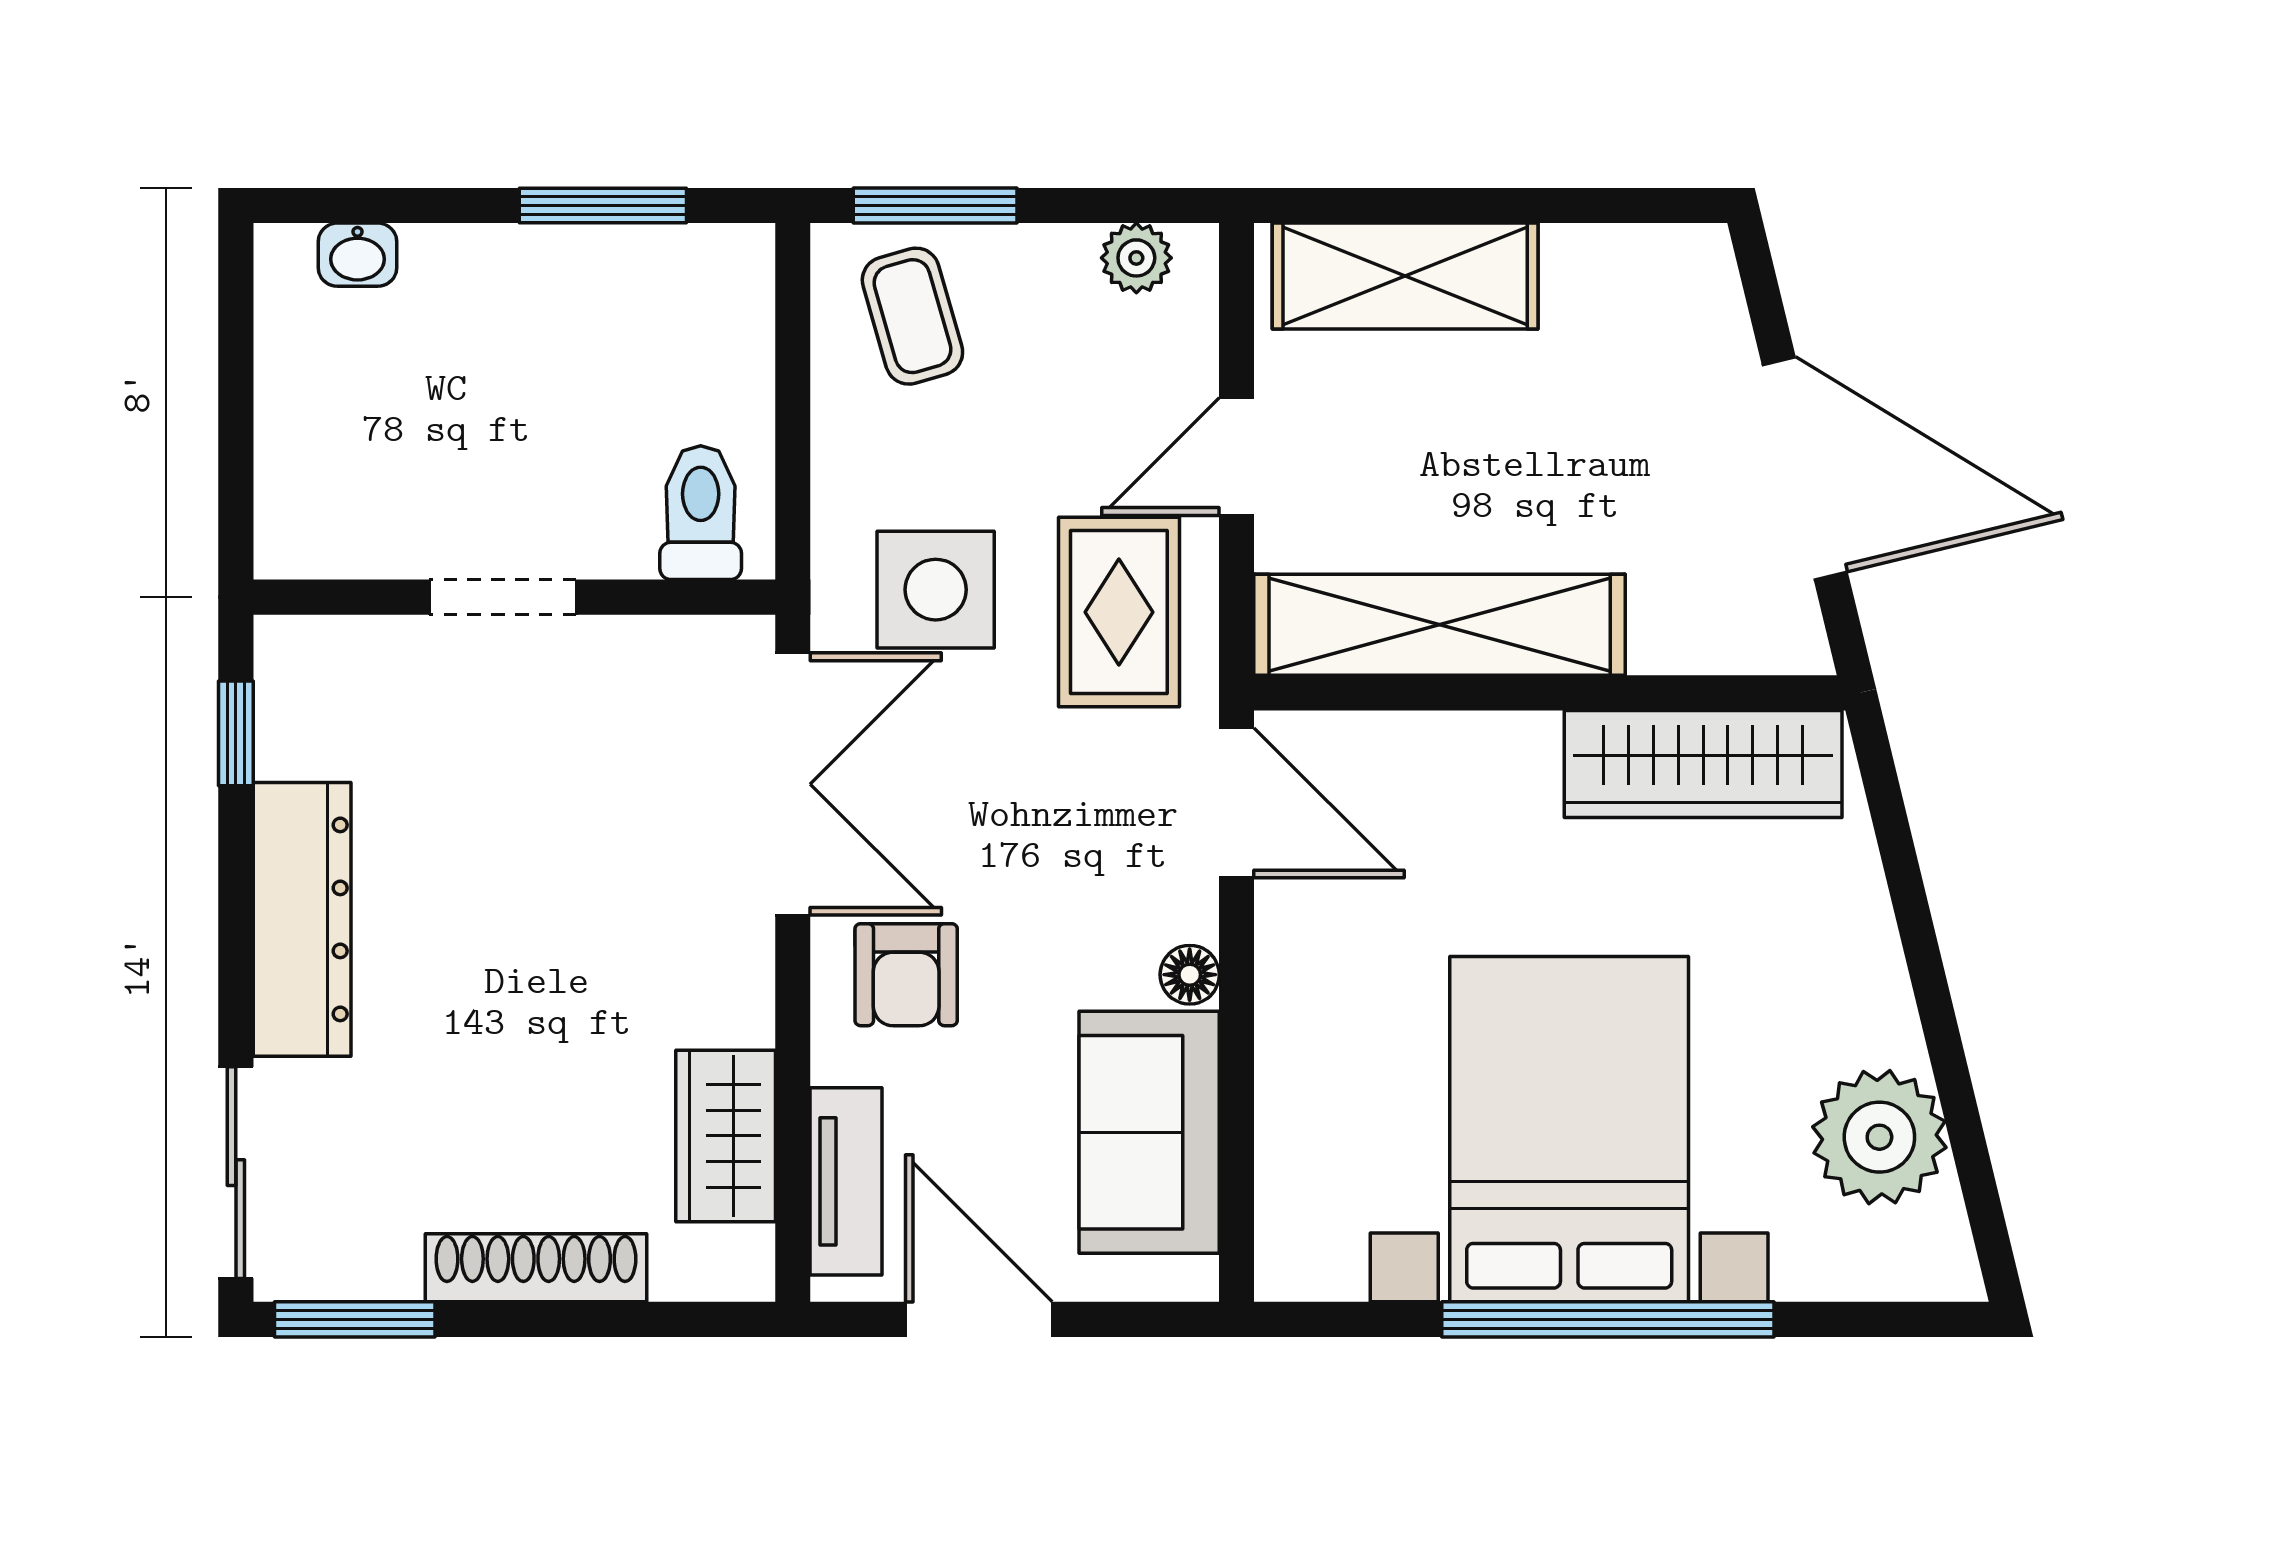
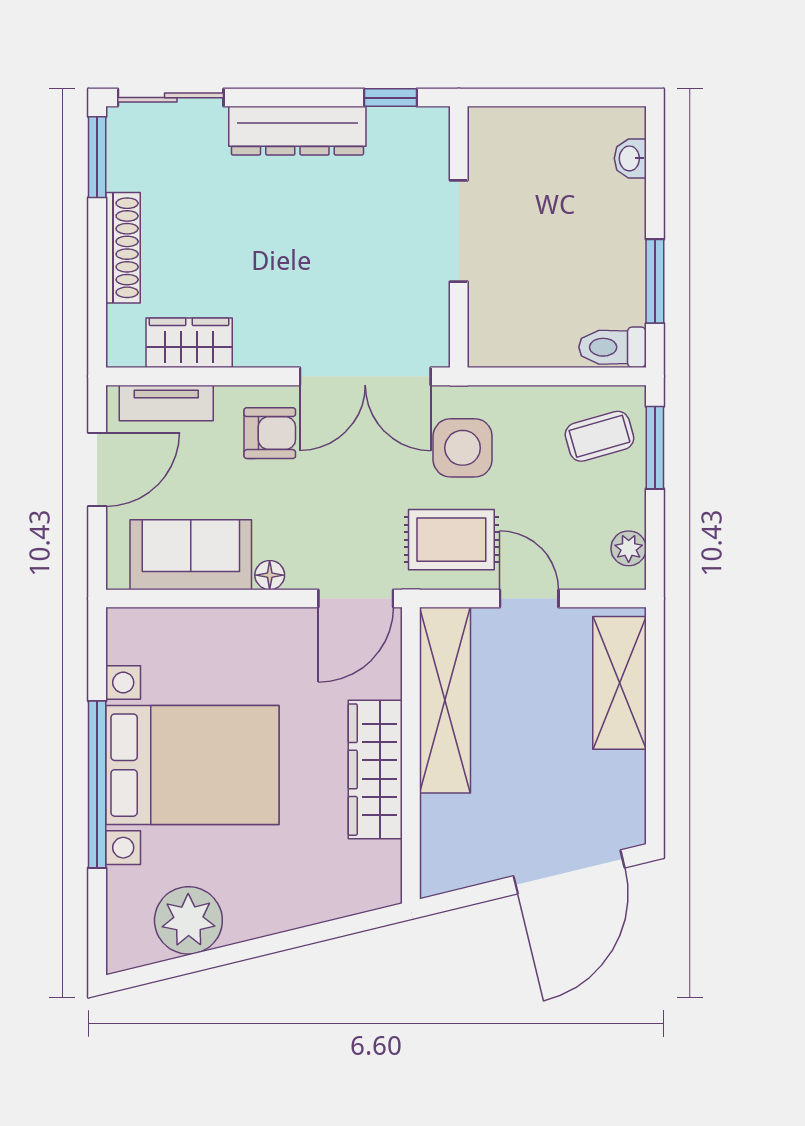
door: (1805, 468) -> (569, 872), moved
toilet: (701, 513) -> (613, 347), moved, turned 180
doorway: (503, 597) -> (459, 231), width x1.38
wardrobe: (1703, 764) -> (375, 770), moved
armchair: (906, 975) -> (270, 433), turned 180

